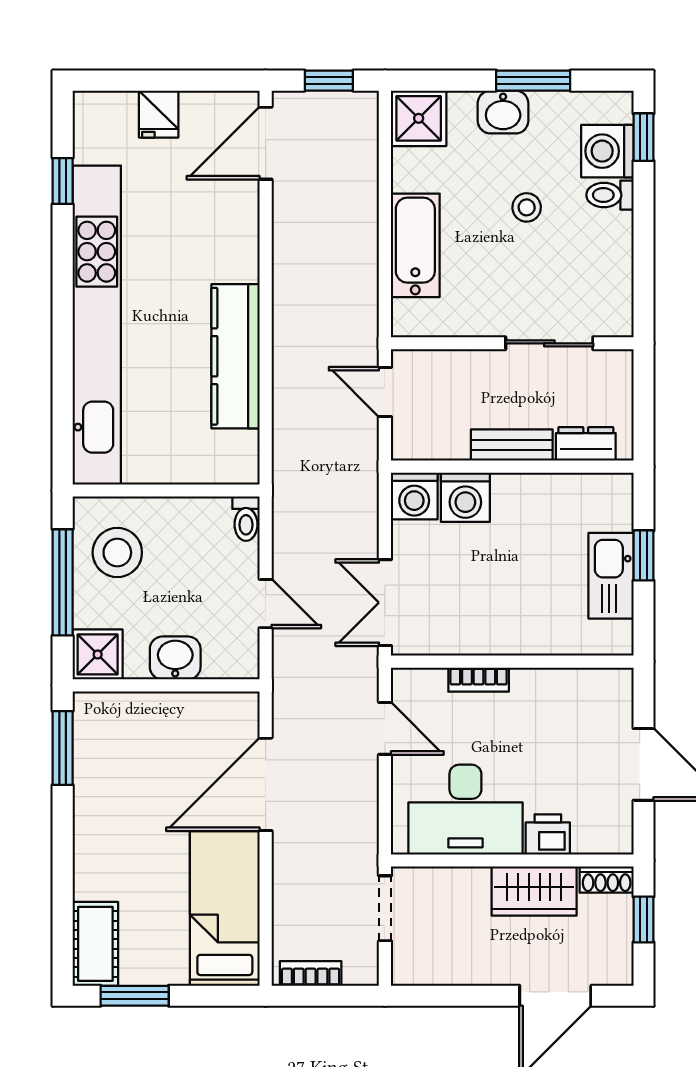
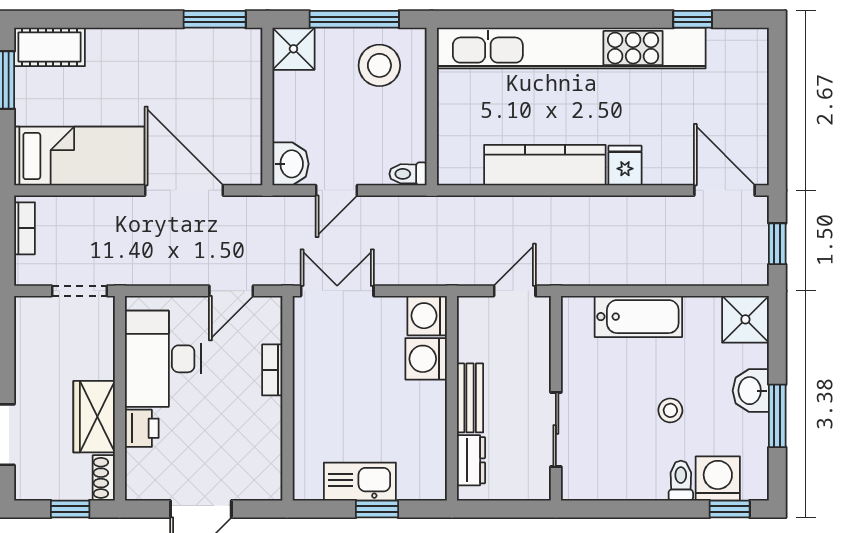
fridge: (159, 114) -> (625, 166), moved, turned 90
washbasin: (175, 658) -> (291, 164), moved

